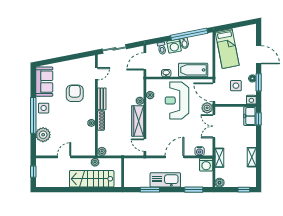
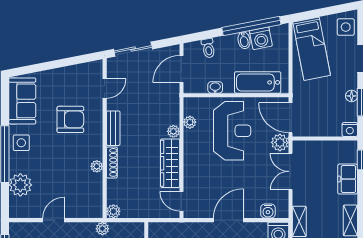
washing machine: (174, 46) -> (261, 38), moved
side table: (236, 86) -> (346, 27), moved
armchair: (75, 93) -> (70, 119), turned 90
reception desk: (177, 100) -> (232, 131), turned 180
freezer: (250, 116) -> (348, 179), moved

